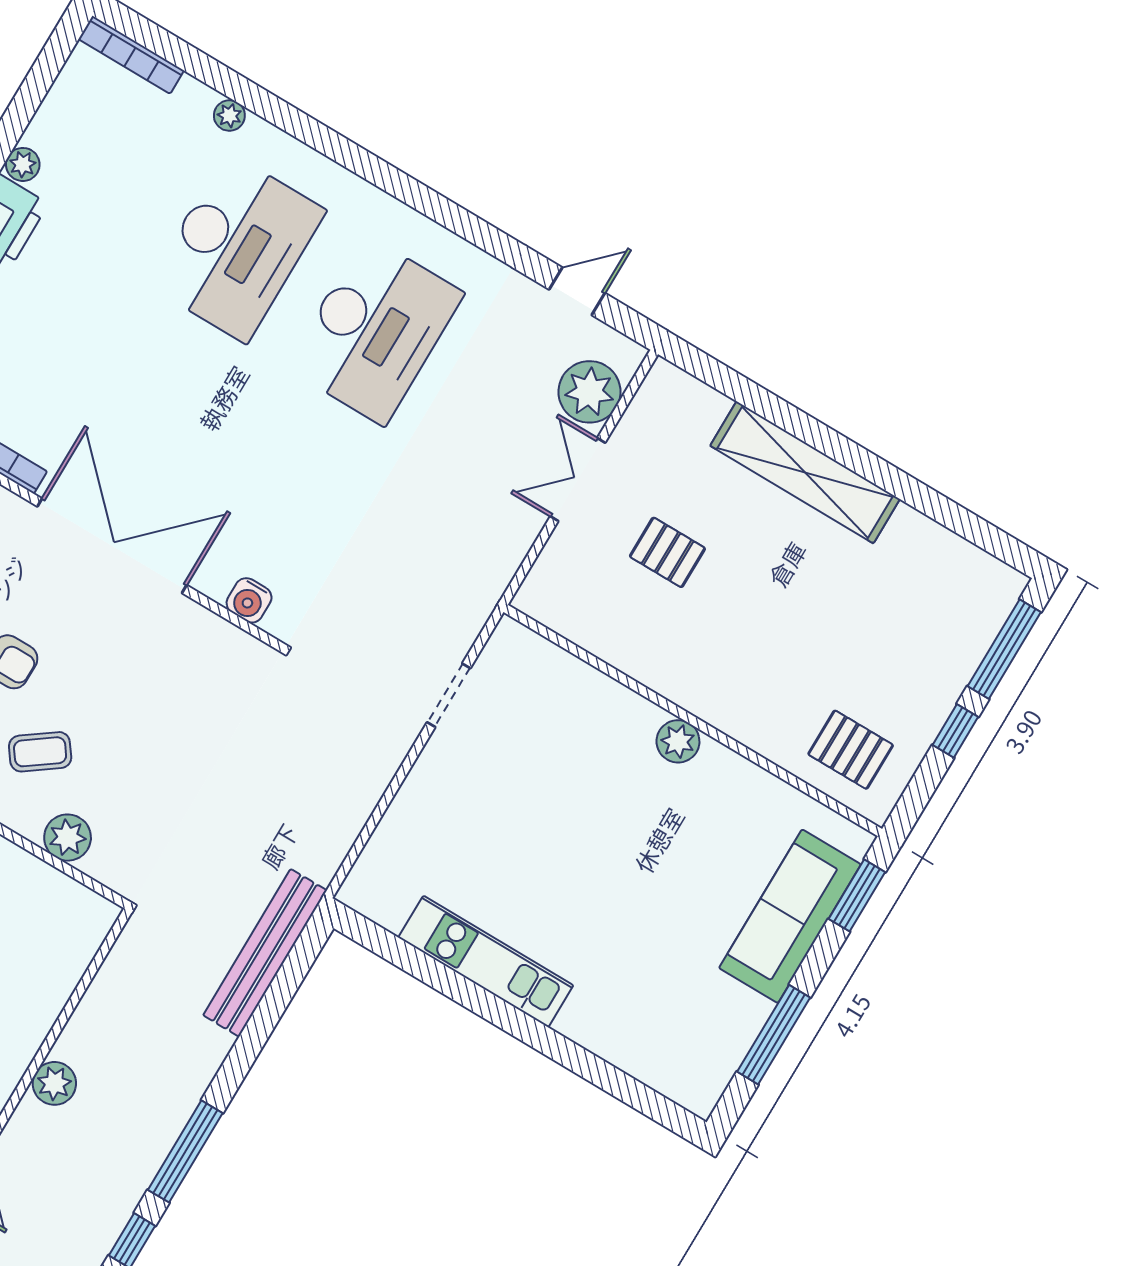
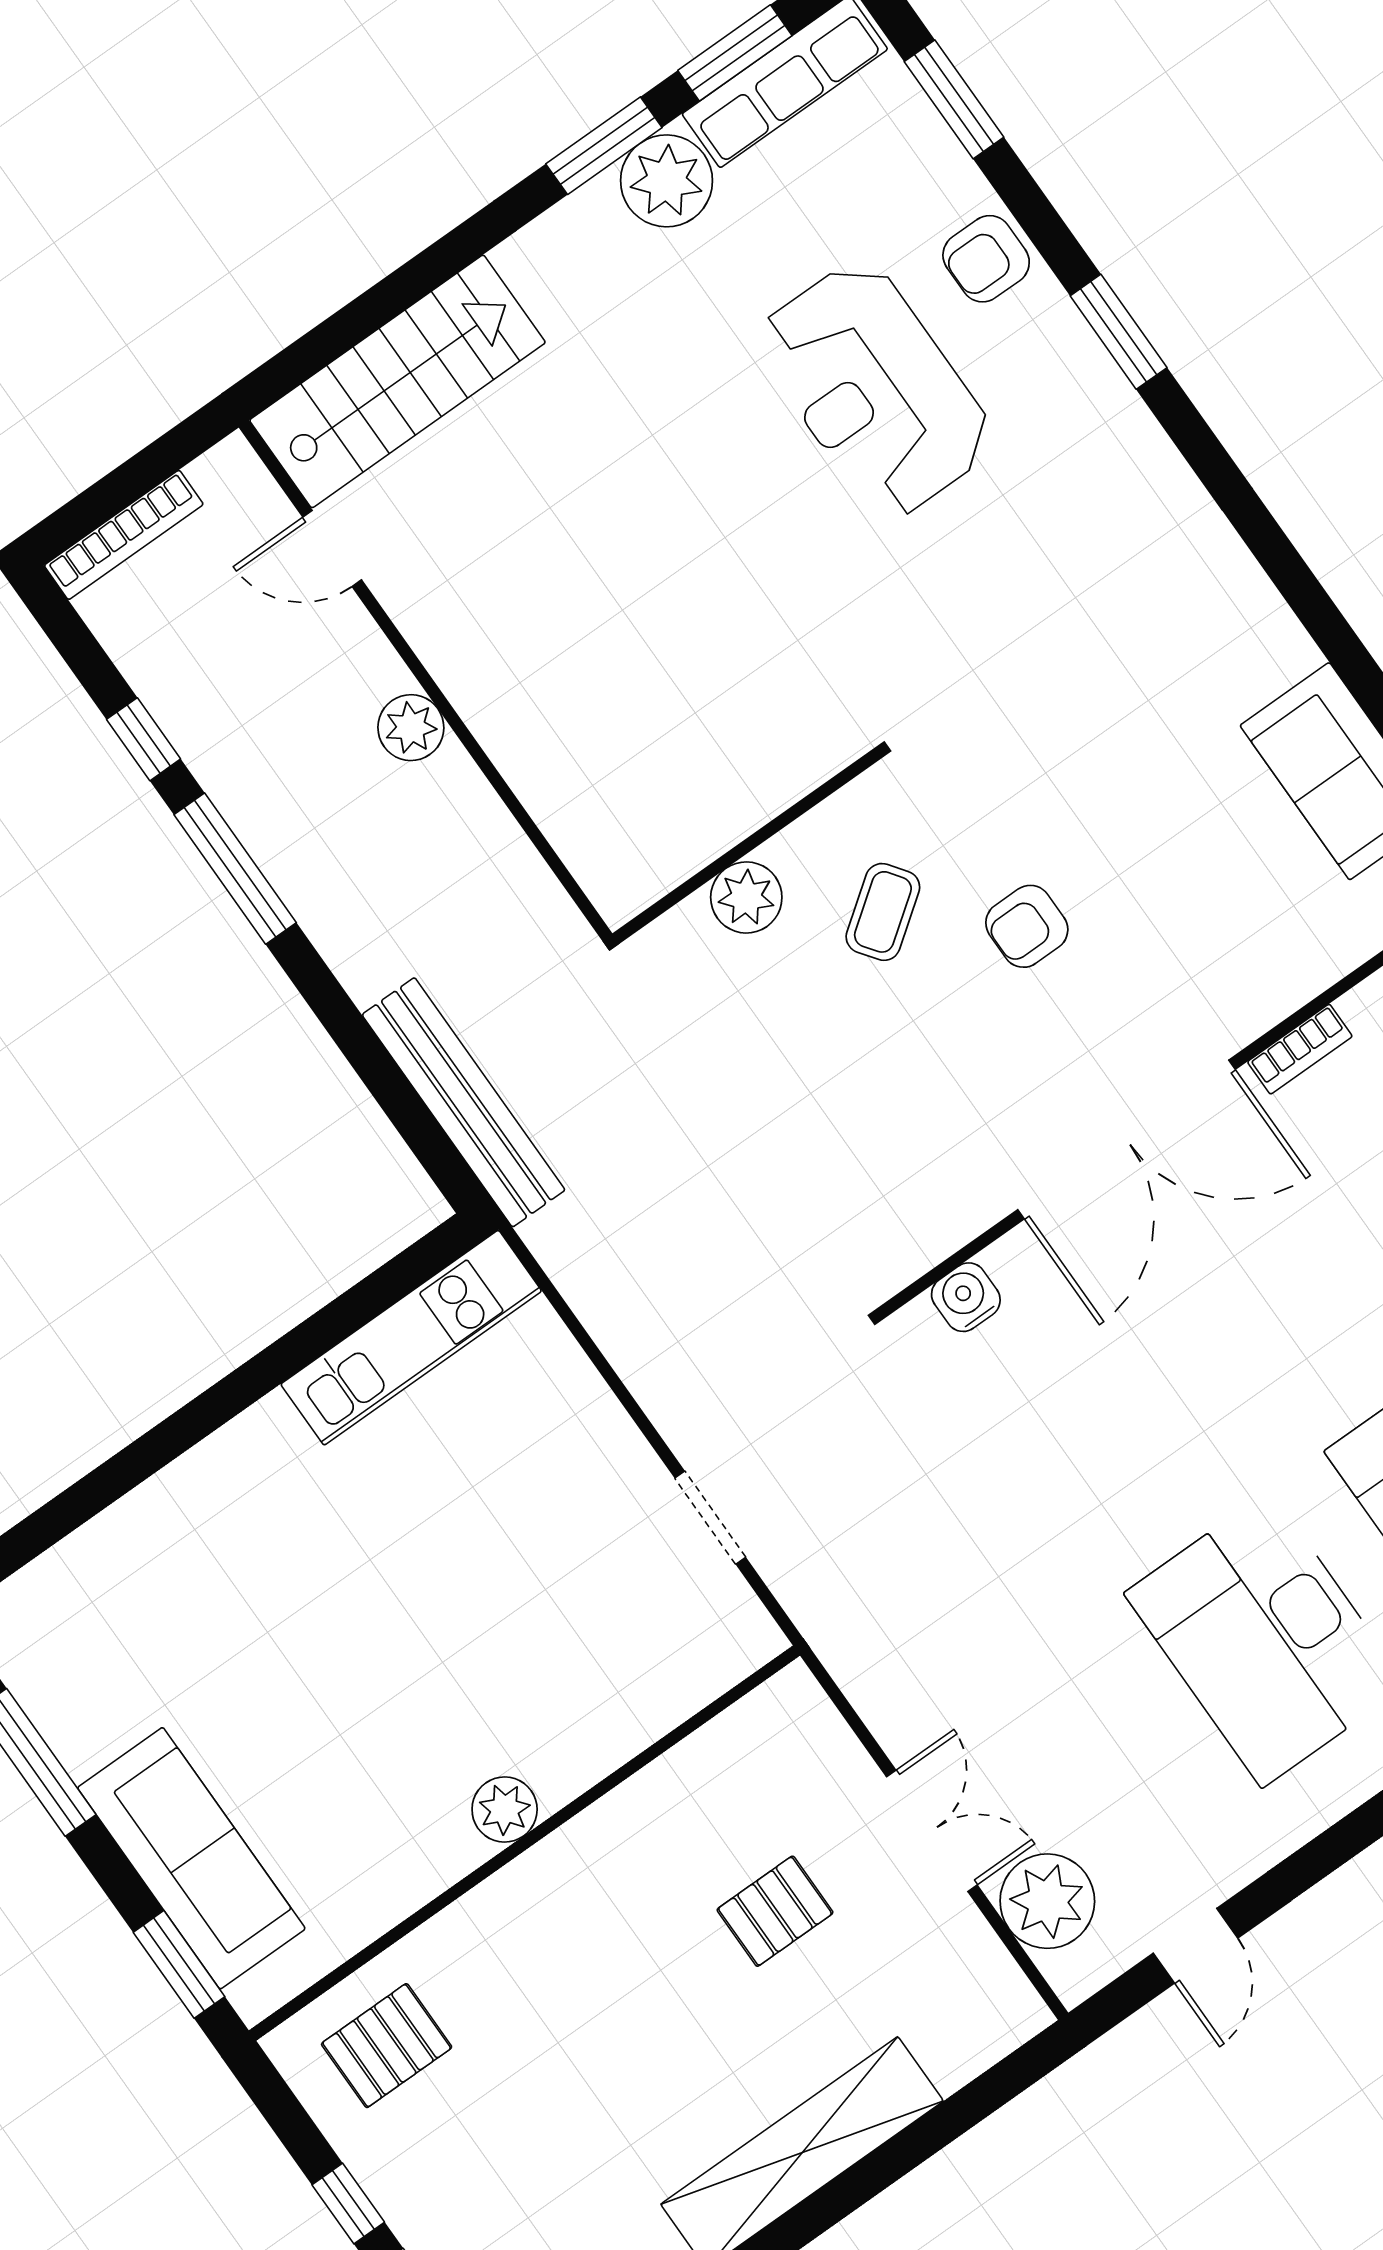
kitchen unit: (486, 961) -> (411, 1338), moved

